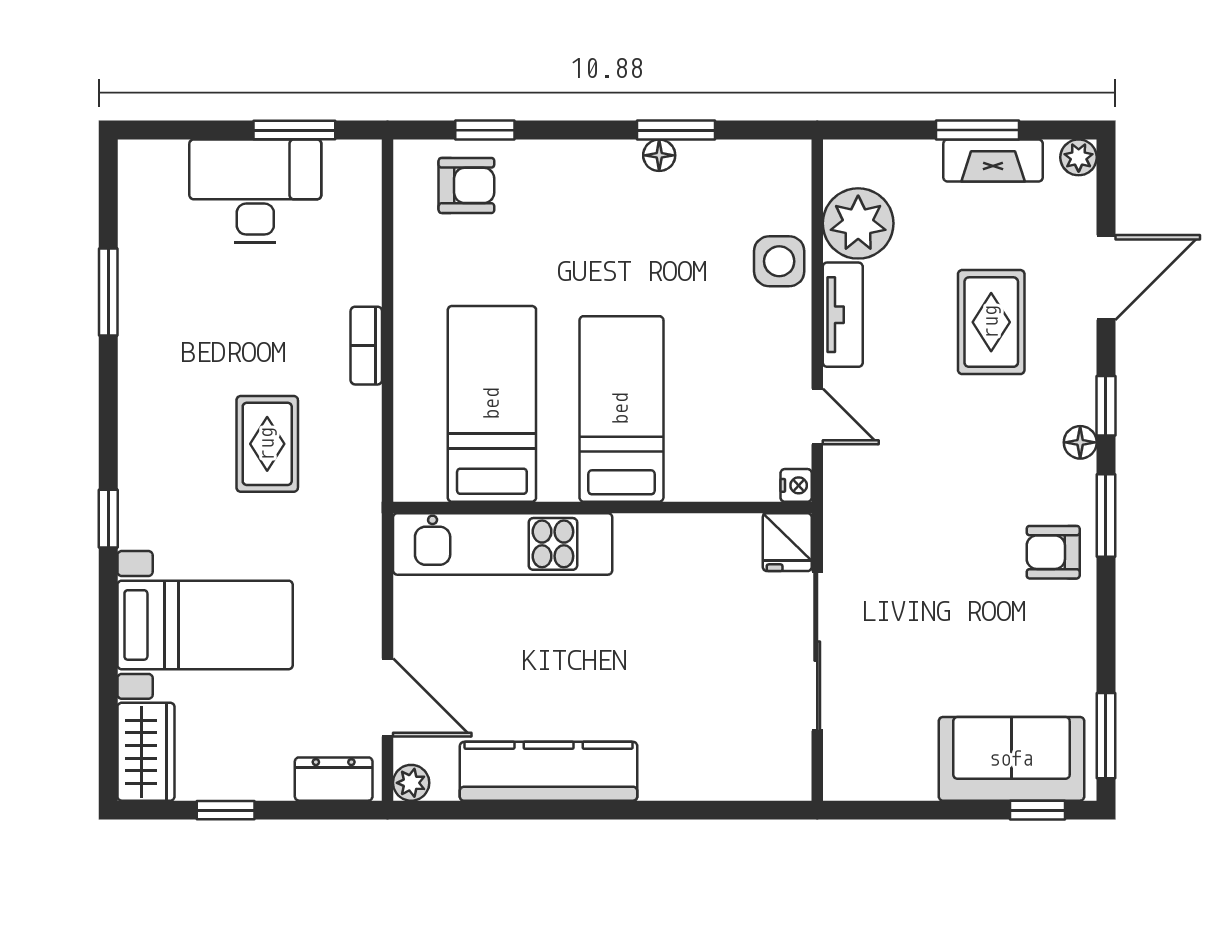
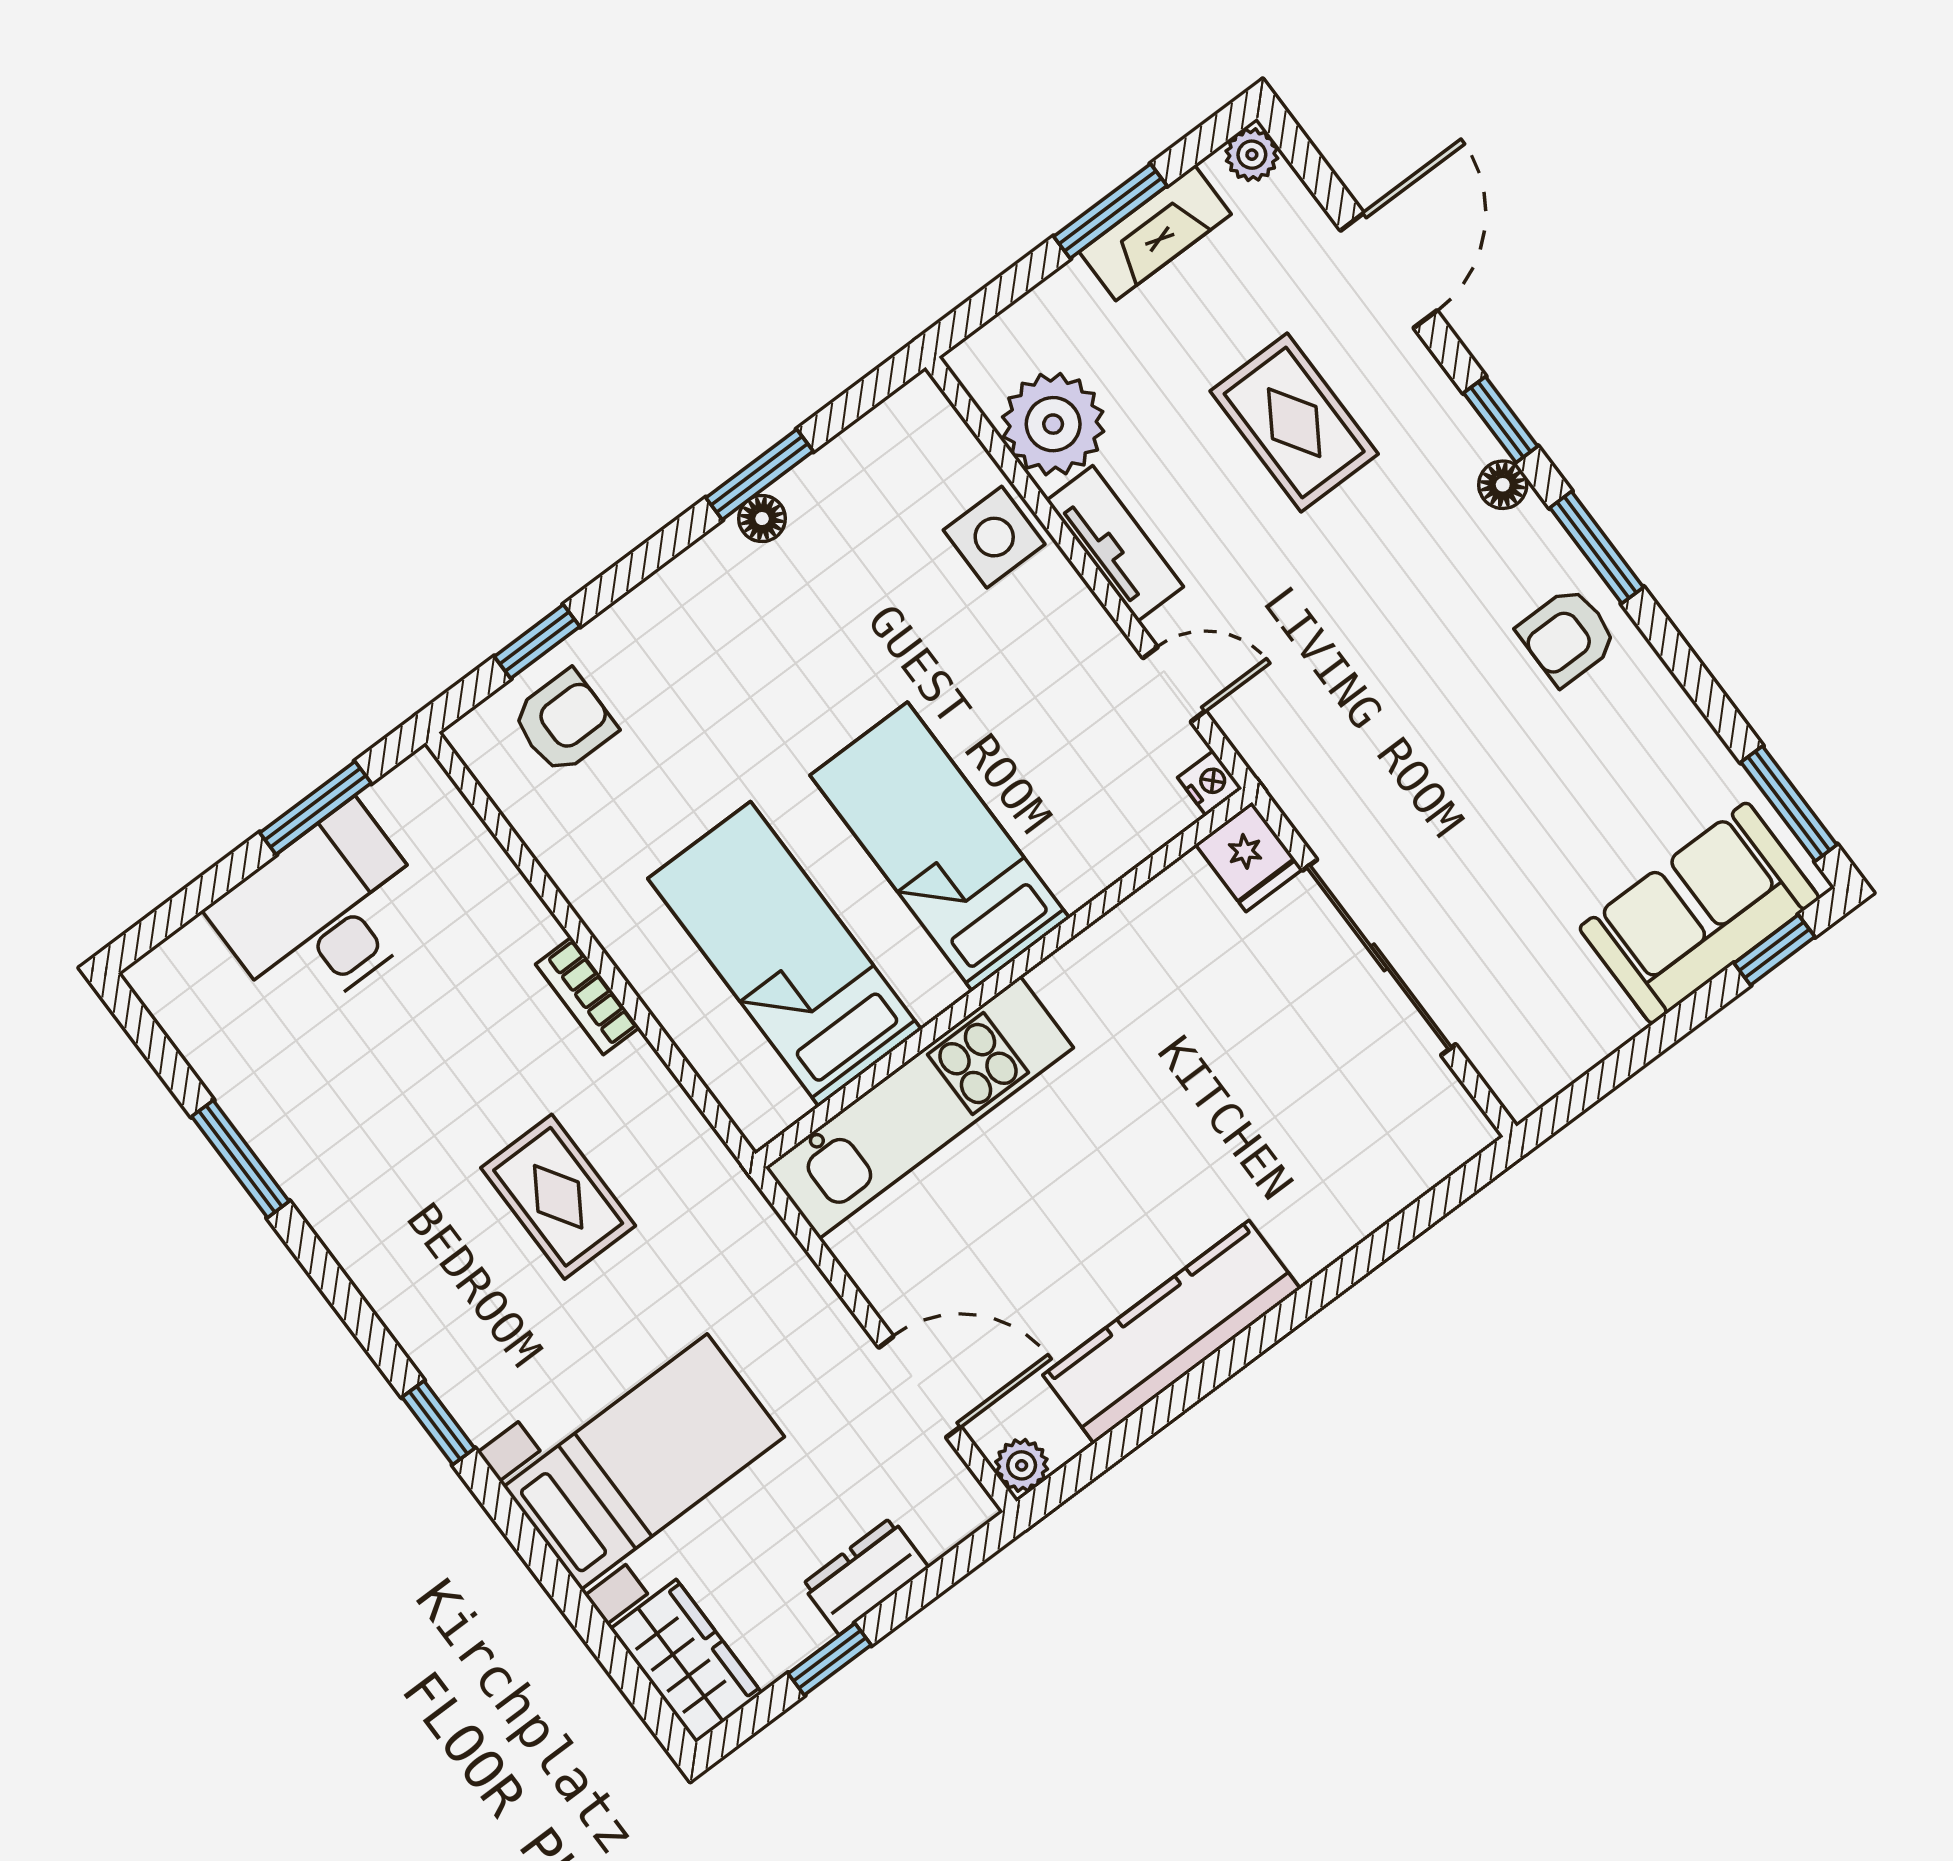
dresser: (334, 779) -> (865, 1576), moved

